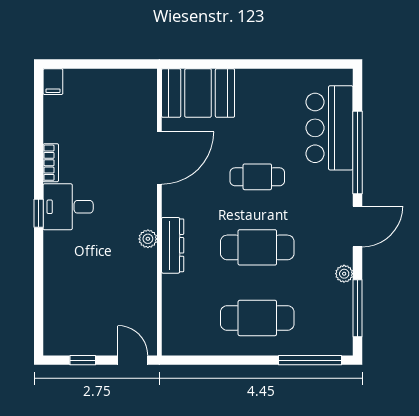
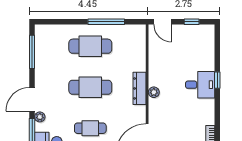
desk: (68, 207) -> (200, 85), moved
window: (39, 213) -> (217, 80), moved
plant: (344, 274) -> (40, 117), moved
window: (310, 360) -> (106, 22), moved

